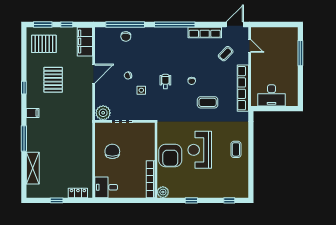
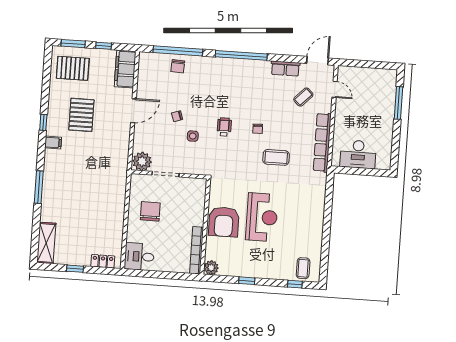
row of seats: (205, 32) -> (285, 69), width x0.68
filing cabinet: (33, 113) -> (53, 142), moved
coffee table: (236, 149) -> (303, 268), moved
reception desk: (200, 150) -> (262, 217), turned 180
shelving: (33, 168) -> (46, 243), moved

